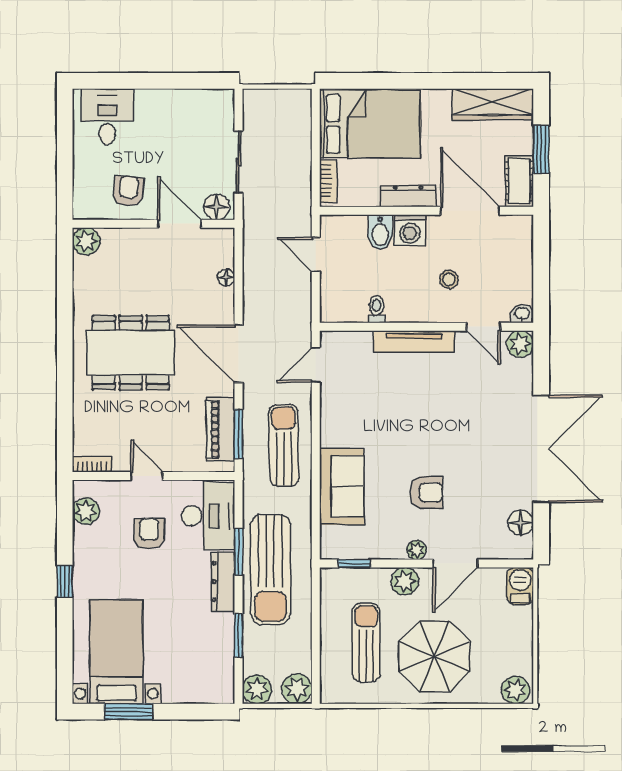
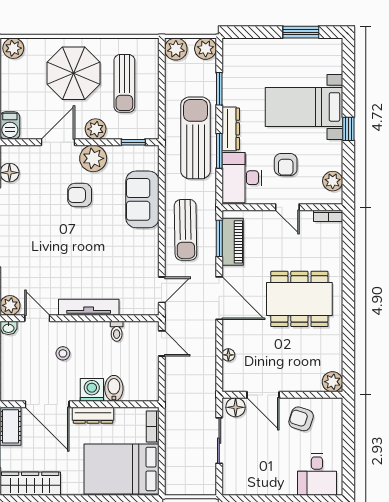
armchair: (128, 191) -> (301, 419), turned 103
door: (316, 254) -> (162, 343), moved
plant: (416, 550) -> (93, 158), width x1.87, depth x1.87
bed with nightstands: (116, 652) -> (304, 107), moved, turned 90

